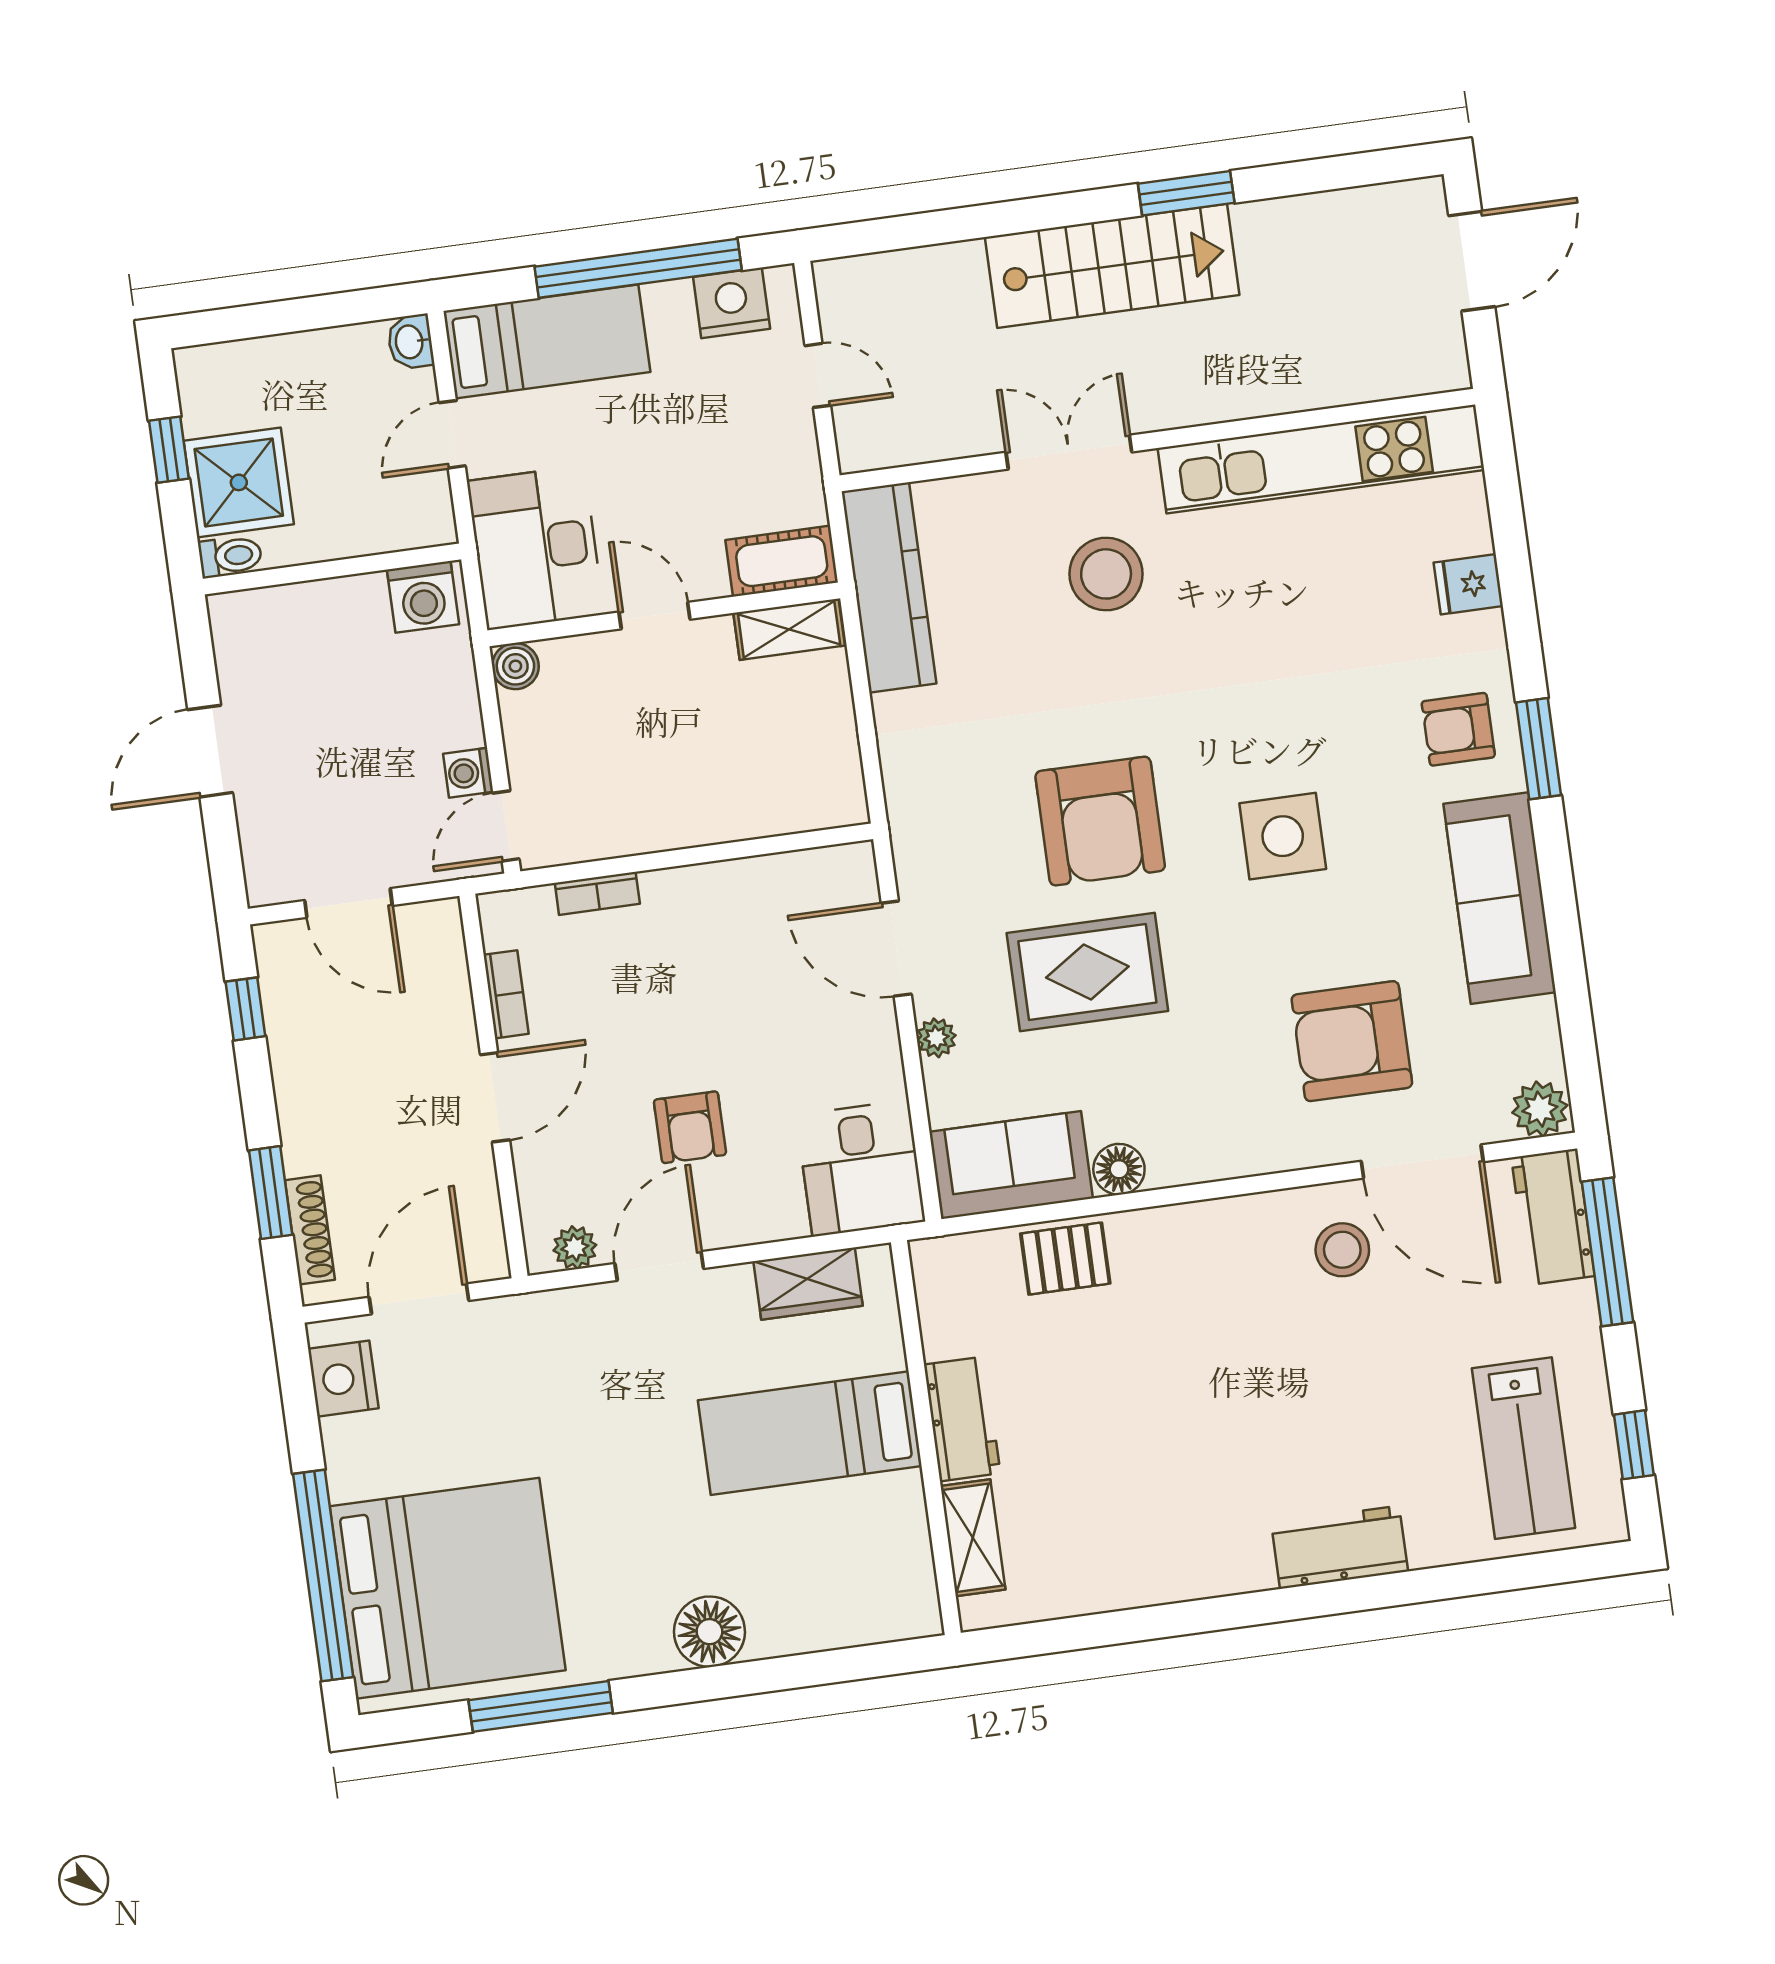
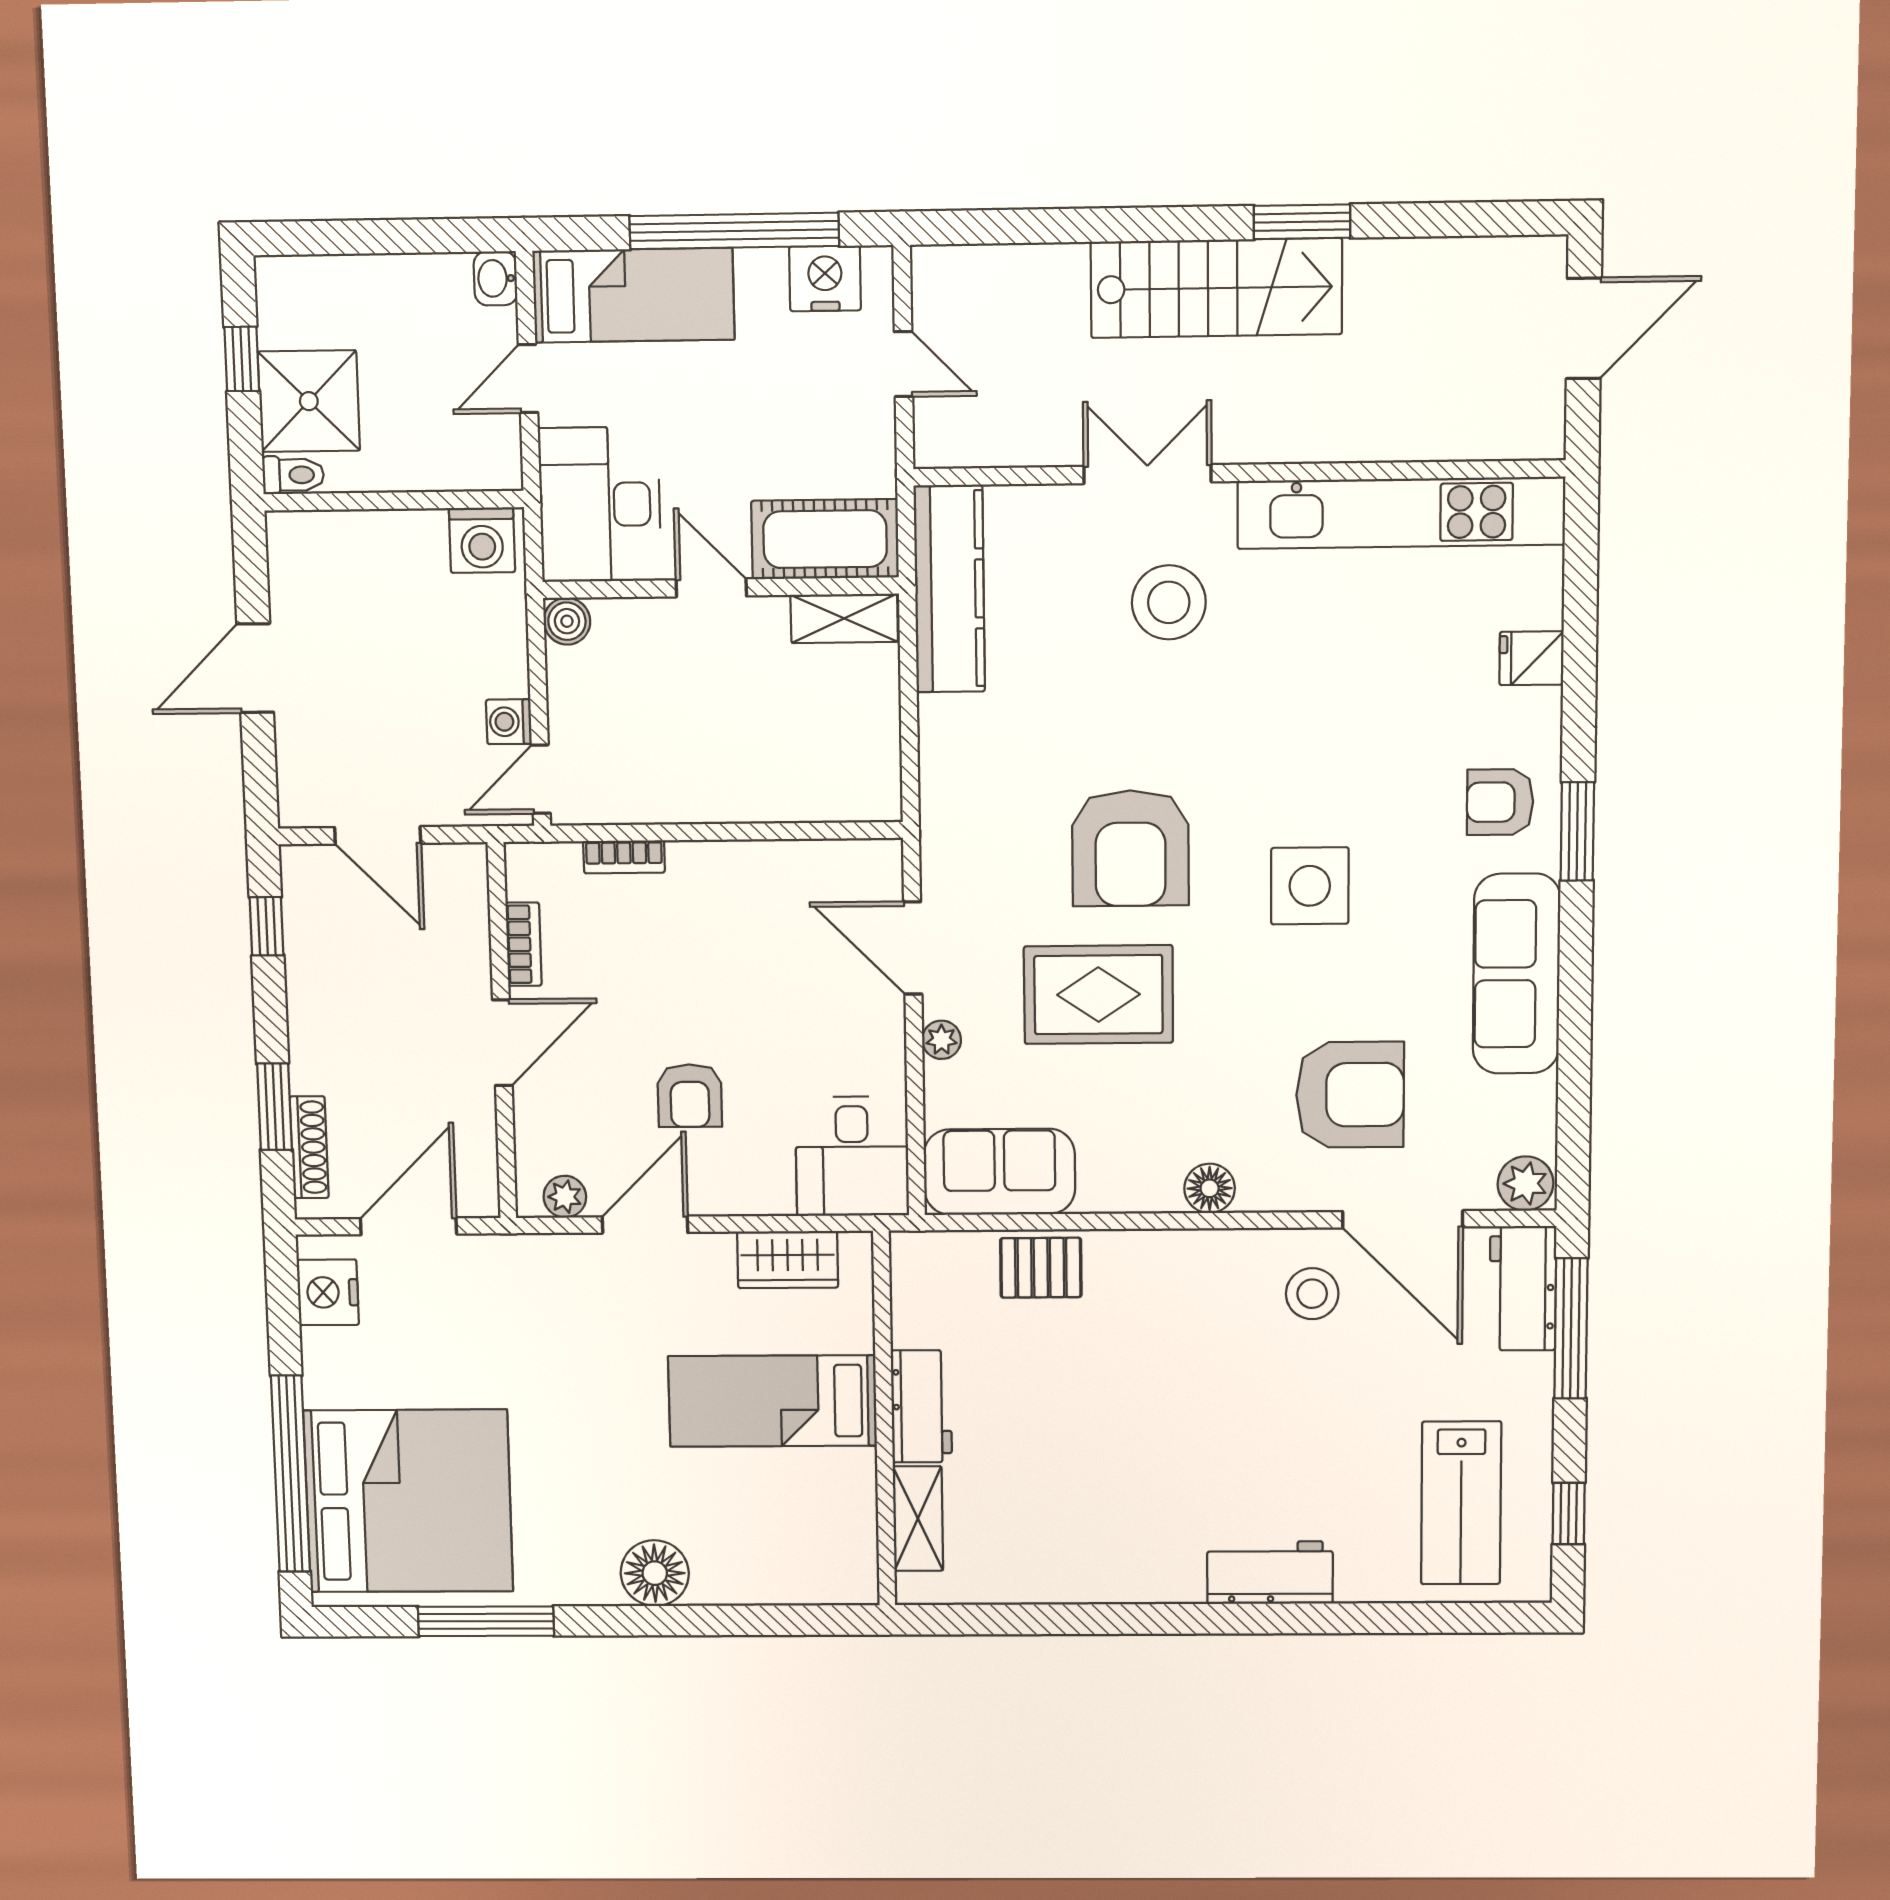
cot: (782, 561) -> (825, 539), width x1.37, depth x1.34
armchair: (1352, 1041) -> (1350, 1095), turned 180
floor lamp: (1119, 1169) -> (1210, 1188), moved

